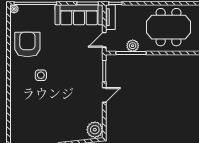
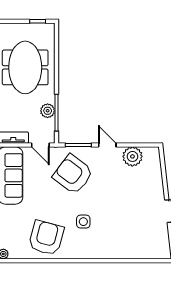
armchair: (27, 44) -> (46, 238), turned 105
armchair: (80, 67) -> (73, 174), added
plant: (95, 130) -> (132, 156), moved

